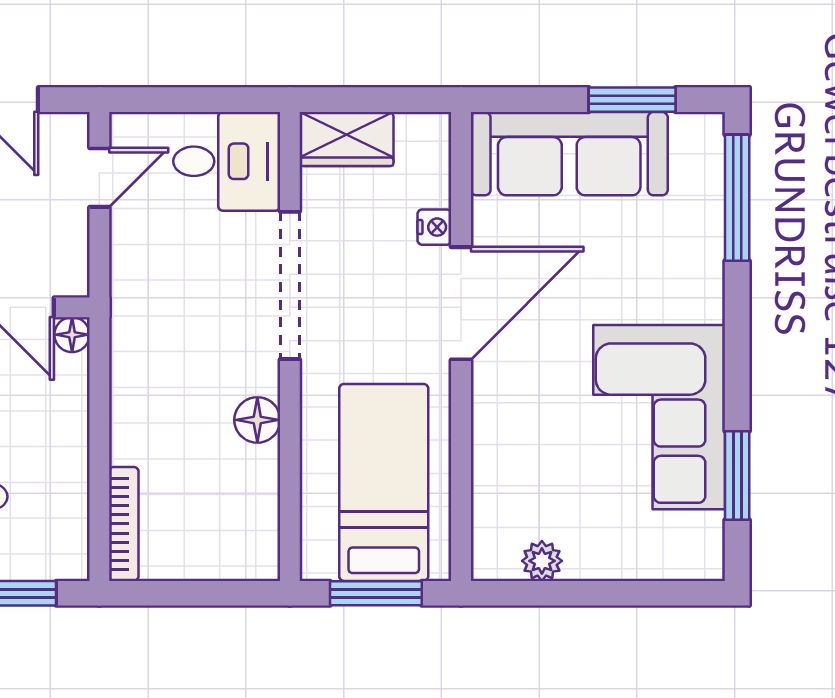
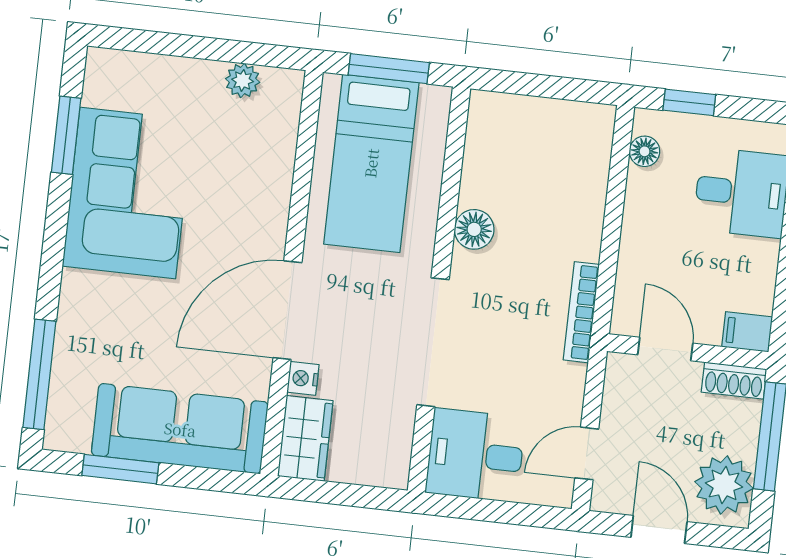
wardrobe: (347, 139) -> (305, 438), moved, turned 90
floor lamp: (72, 335) -> (645, 151), moved
bookcase: (124, 524) -> (581, 312), moved

